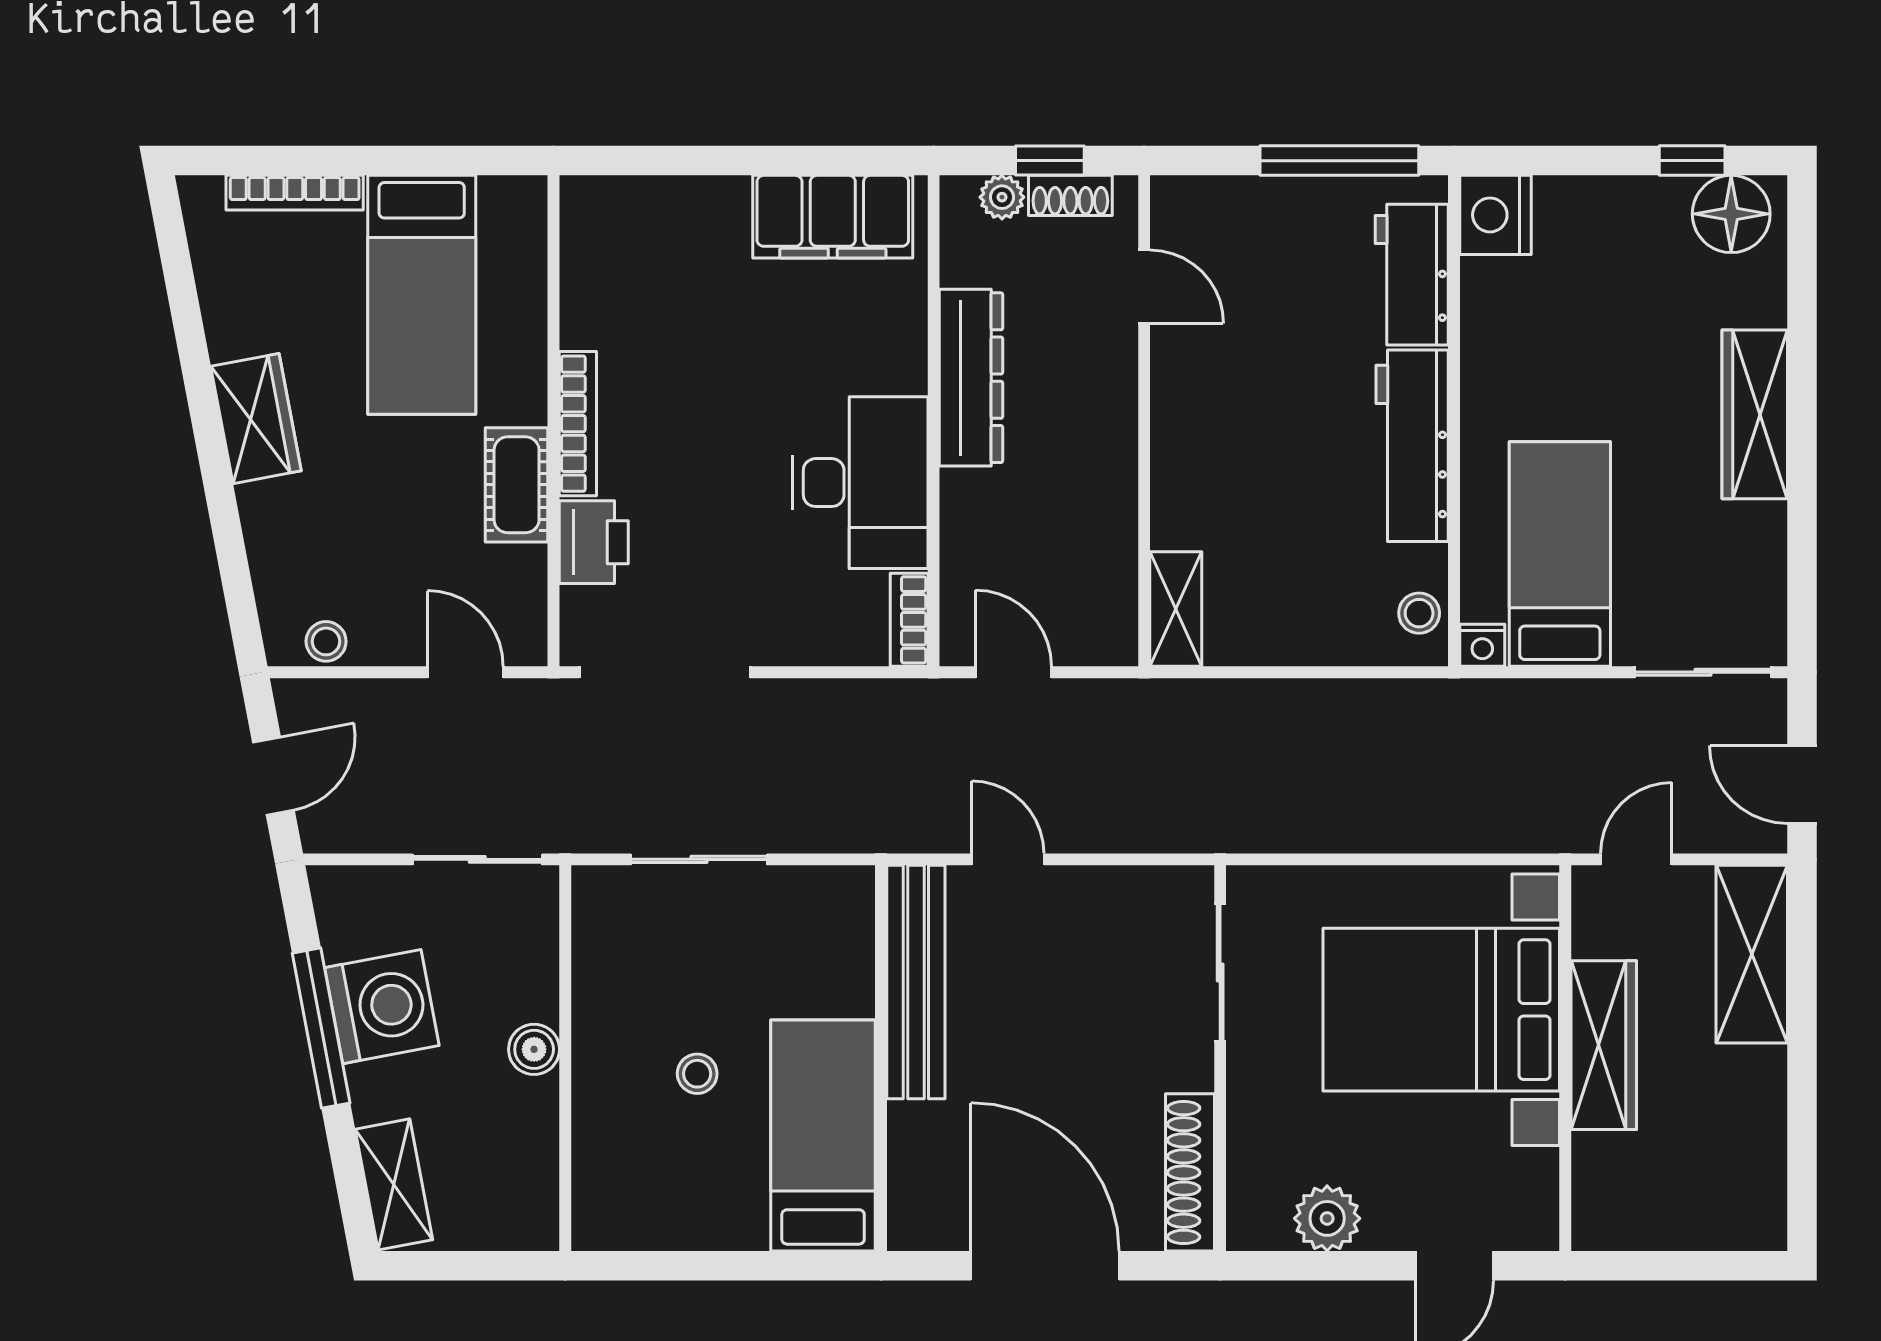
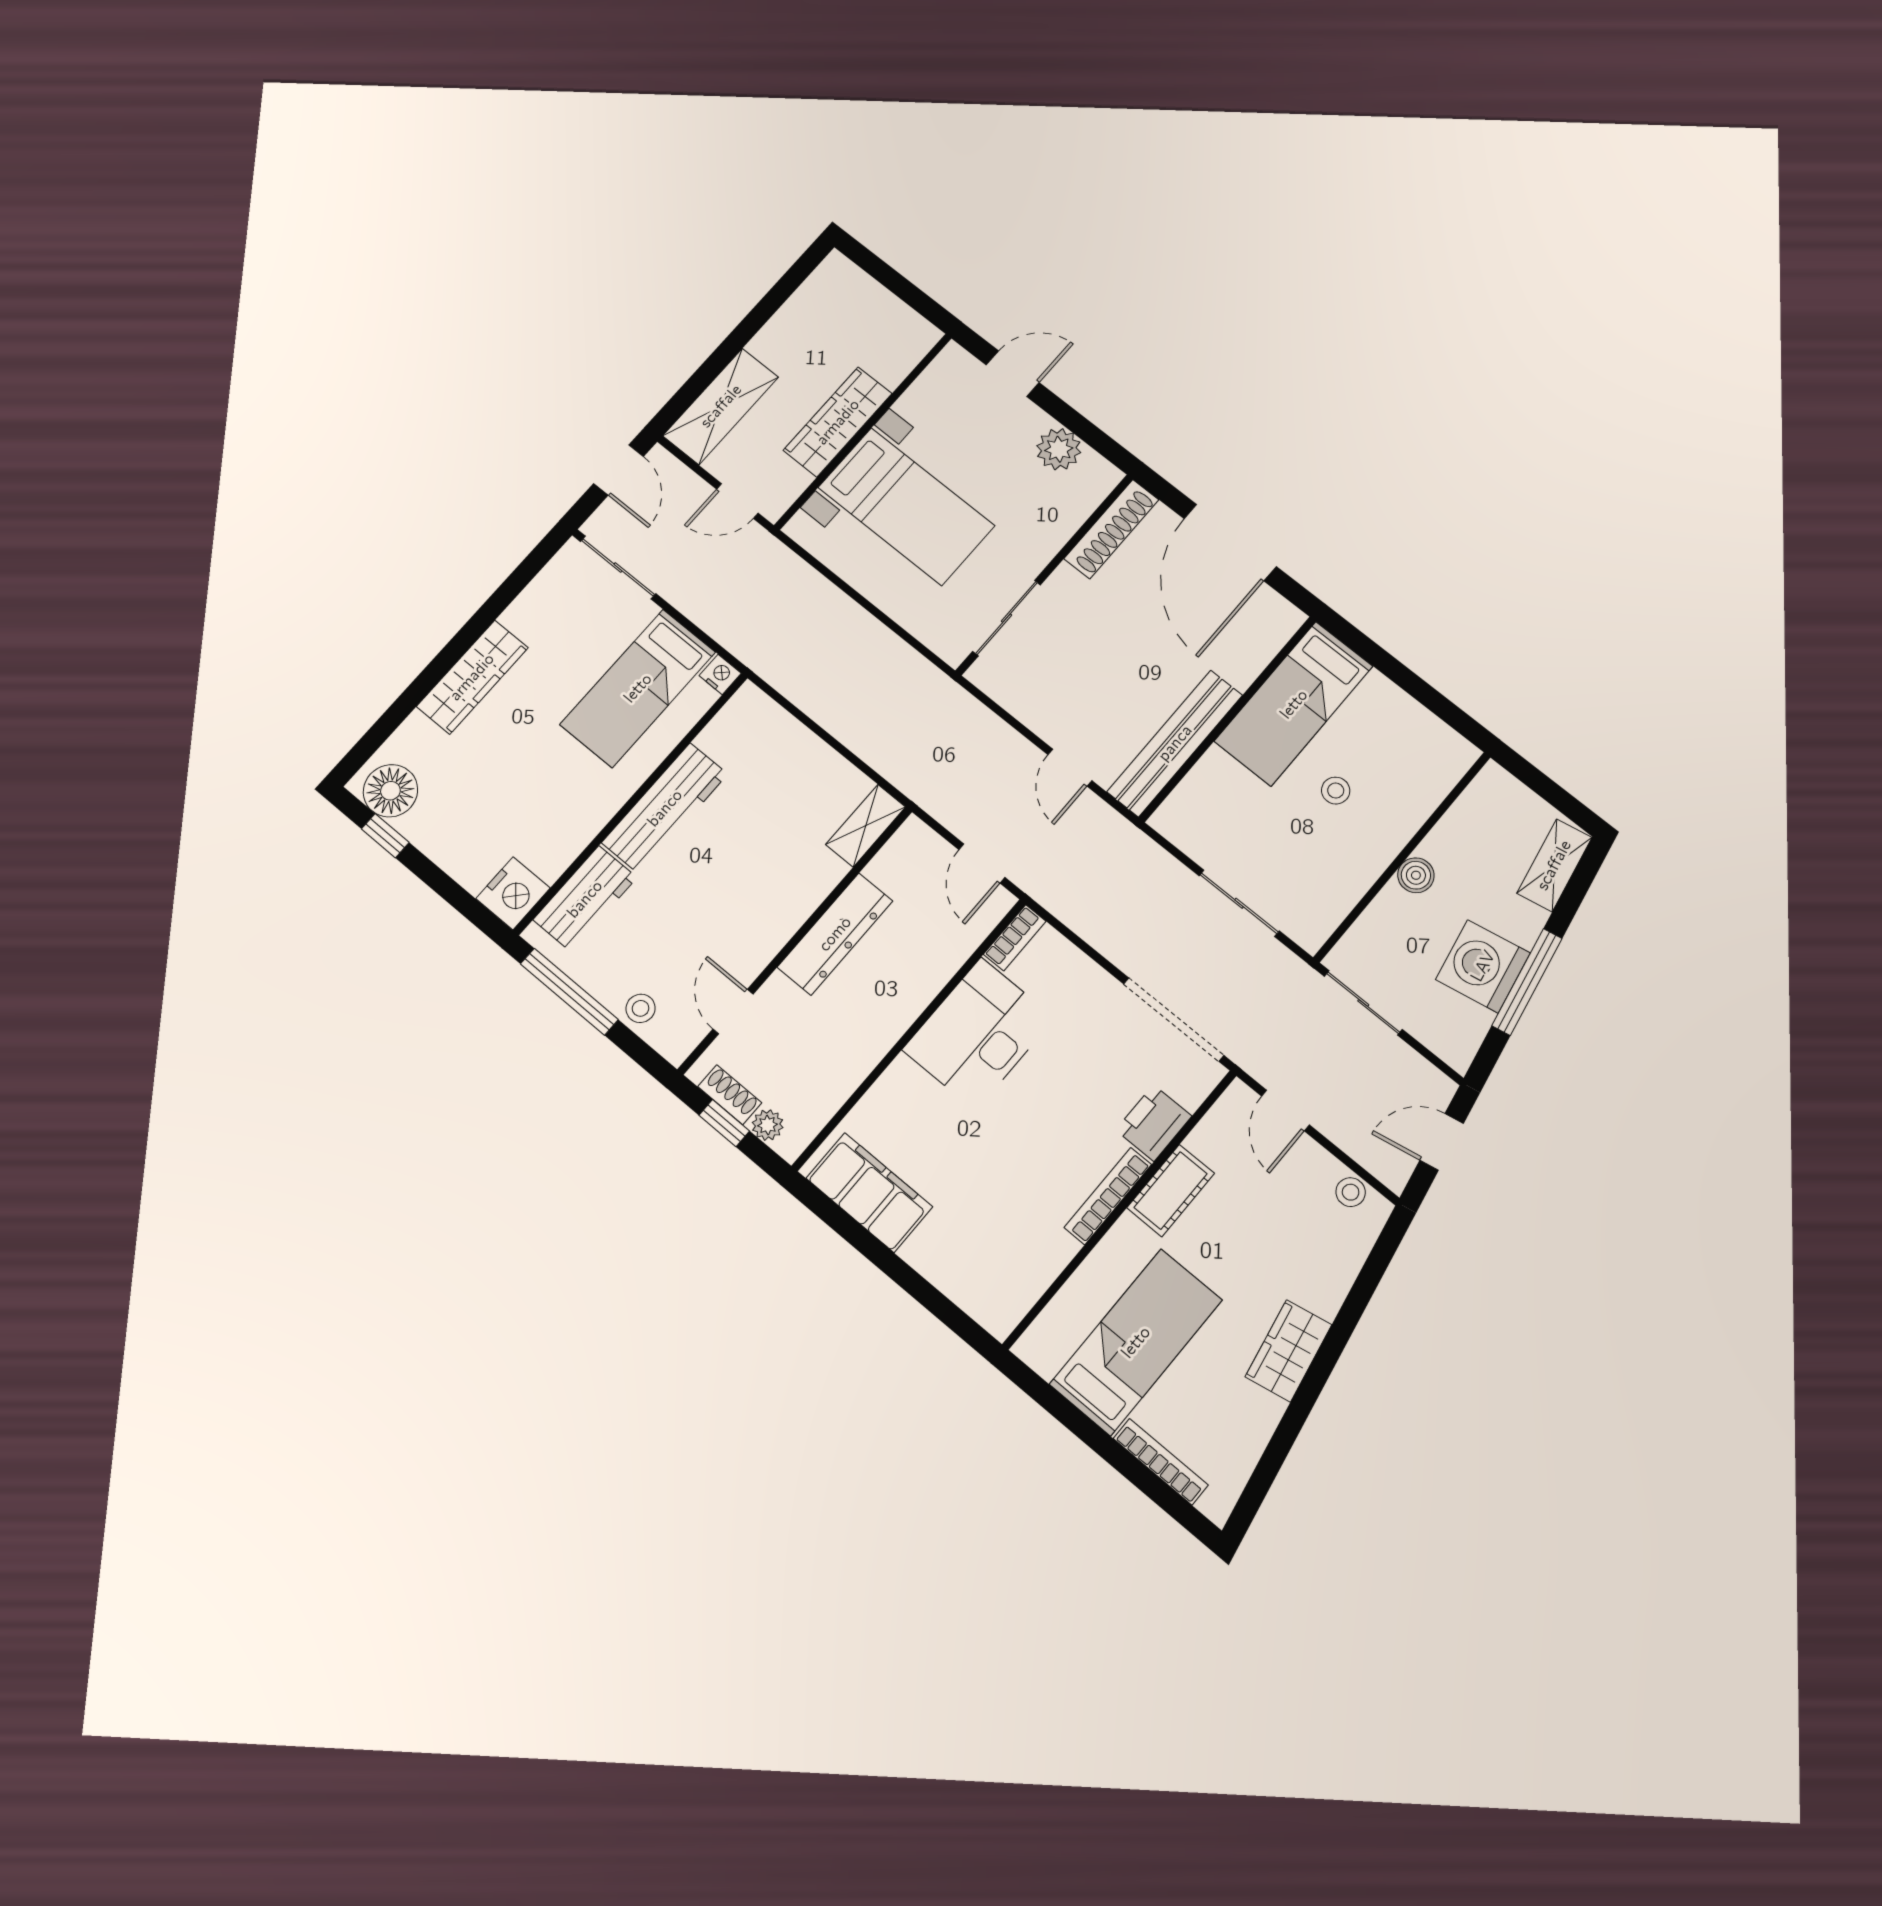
dresser: (971, 378) -> (835, 934), moved, turned 180
stool: (1419, 613) -> (641, 1008), moved
bed with nightstands: (1441, 1010) -> (906, 507), width x0.73

